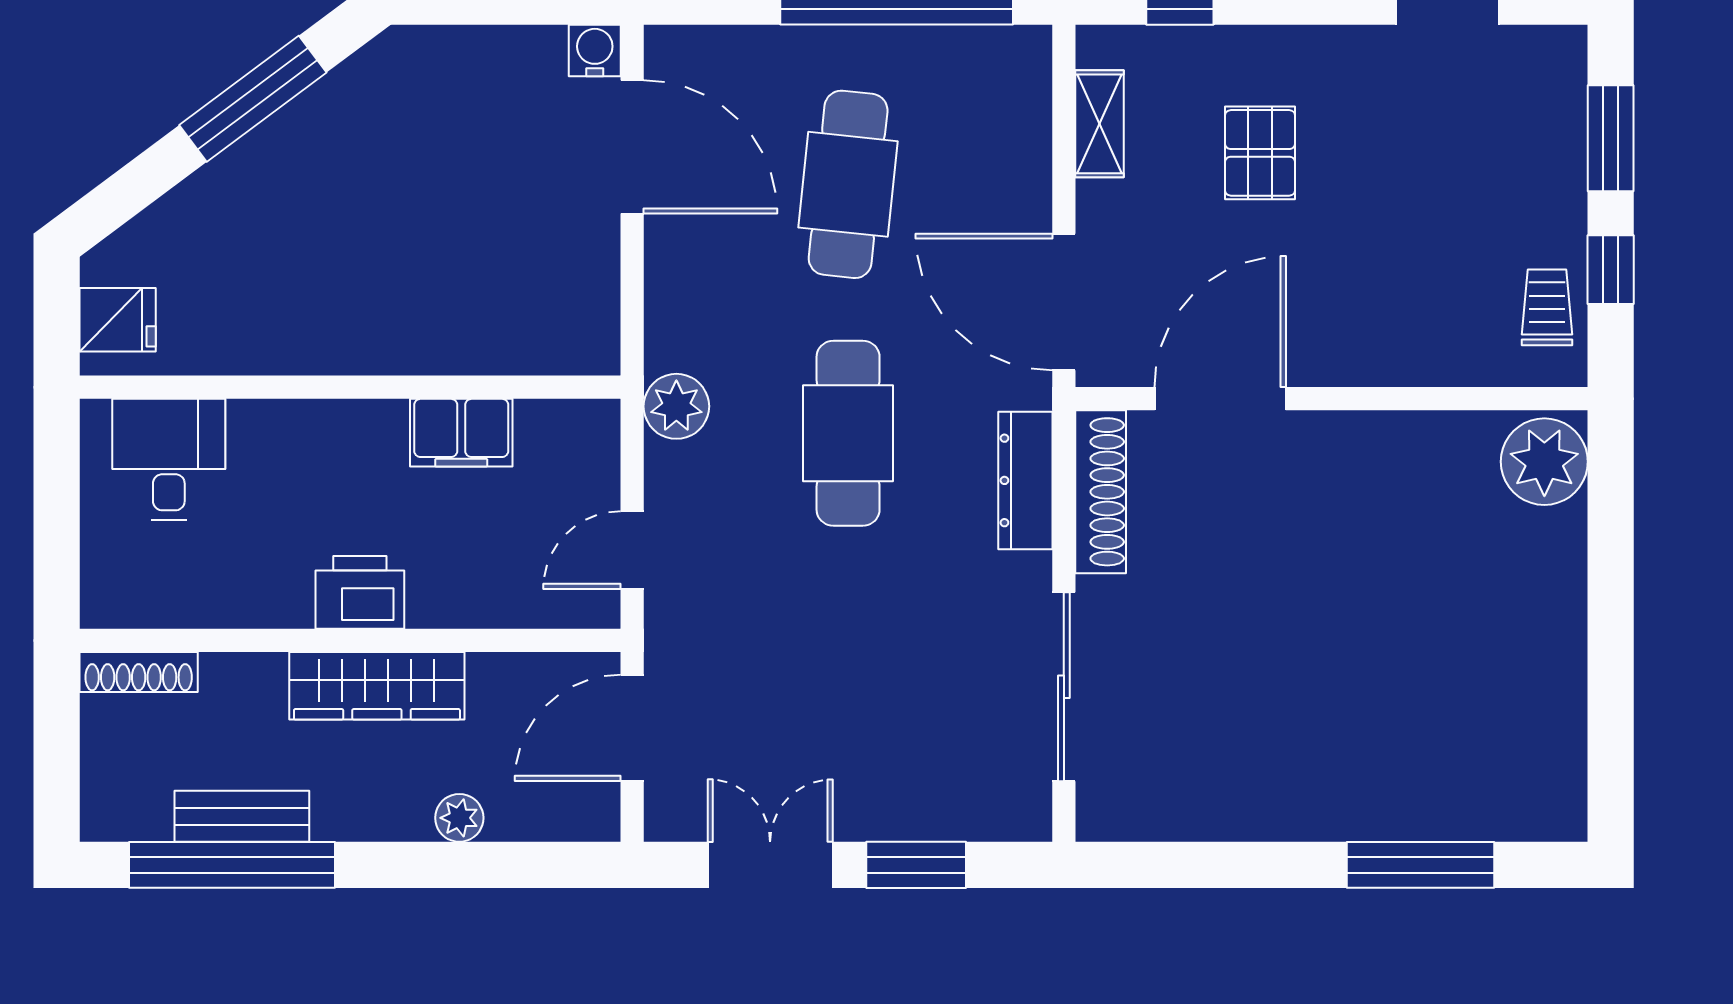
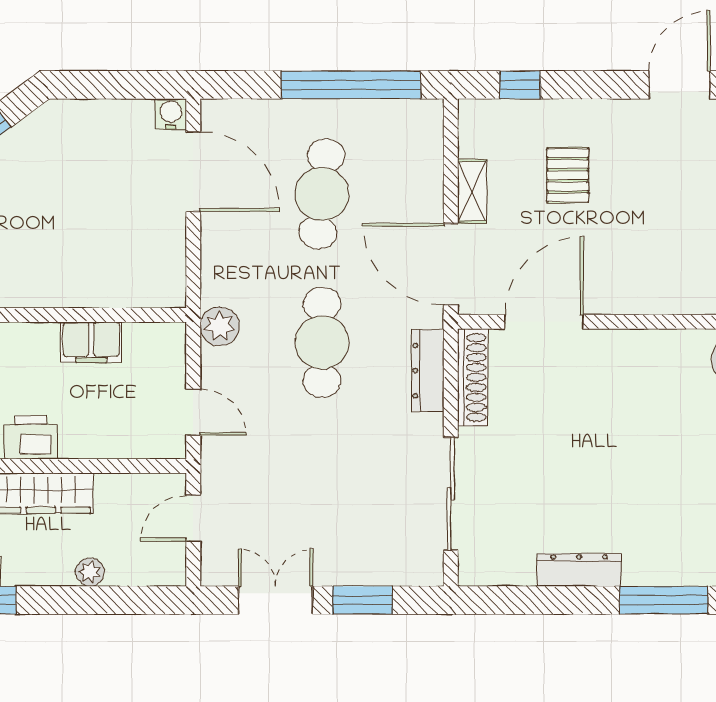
shelving: (1100, 124) -> (472, 191), moved
door: (632, 550) -> (193, 412), swing flipped
door: (632, 728) -> (193, 518), width x0.73
dresser: (1279, 814) -> (579, 570), added

